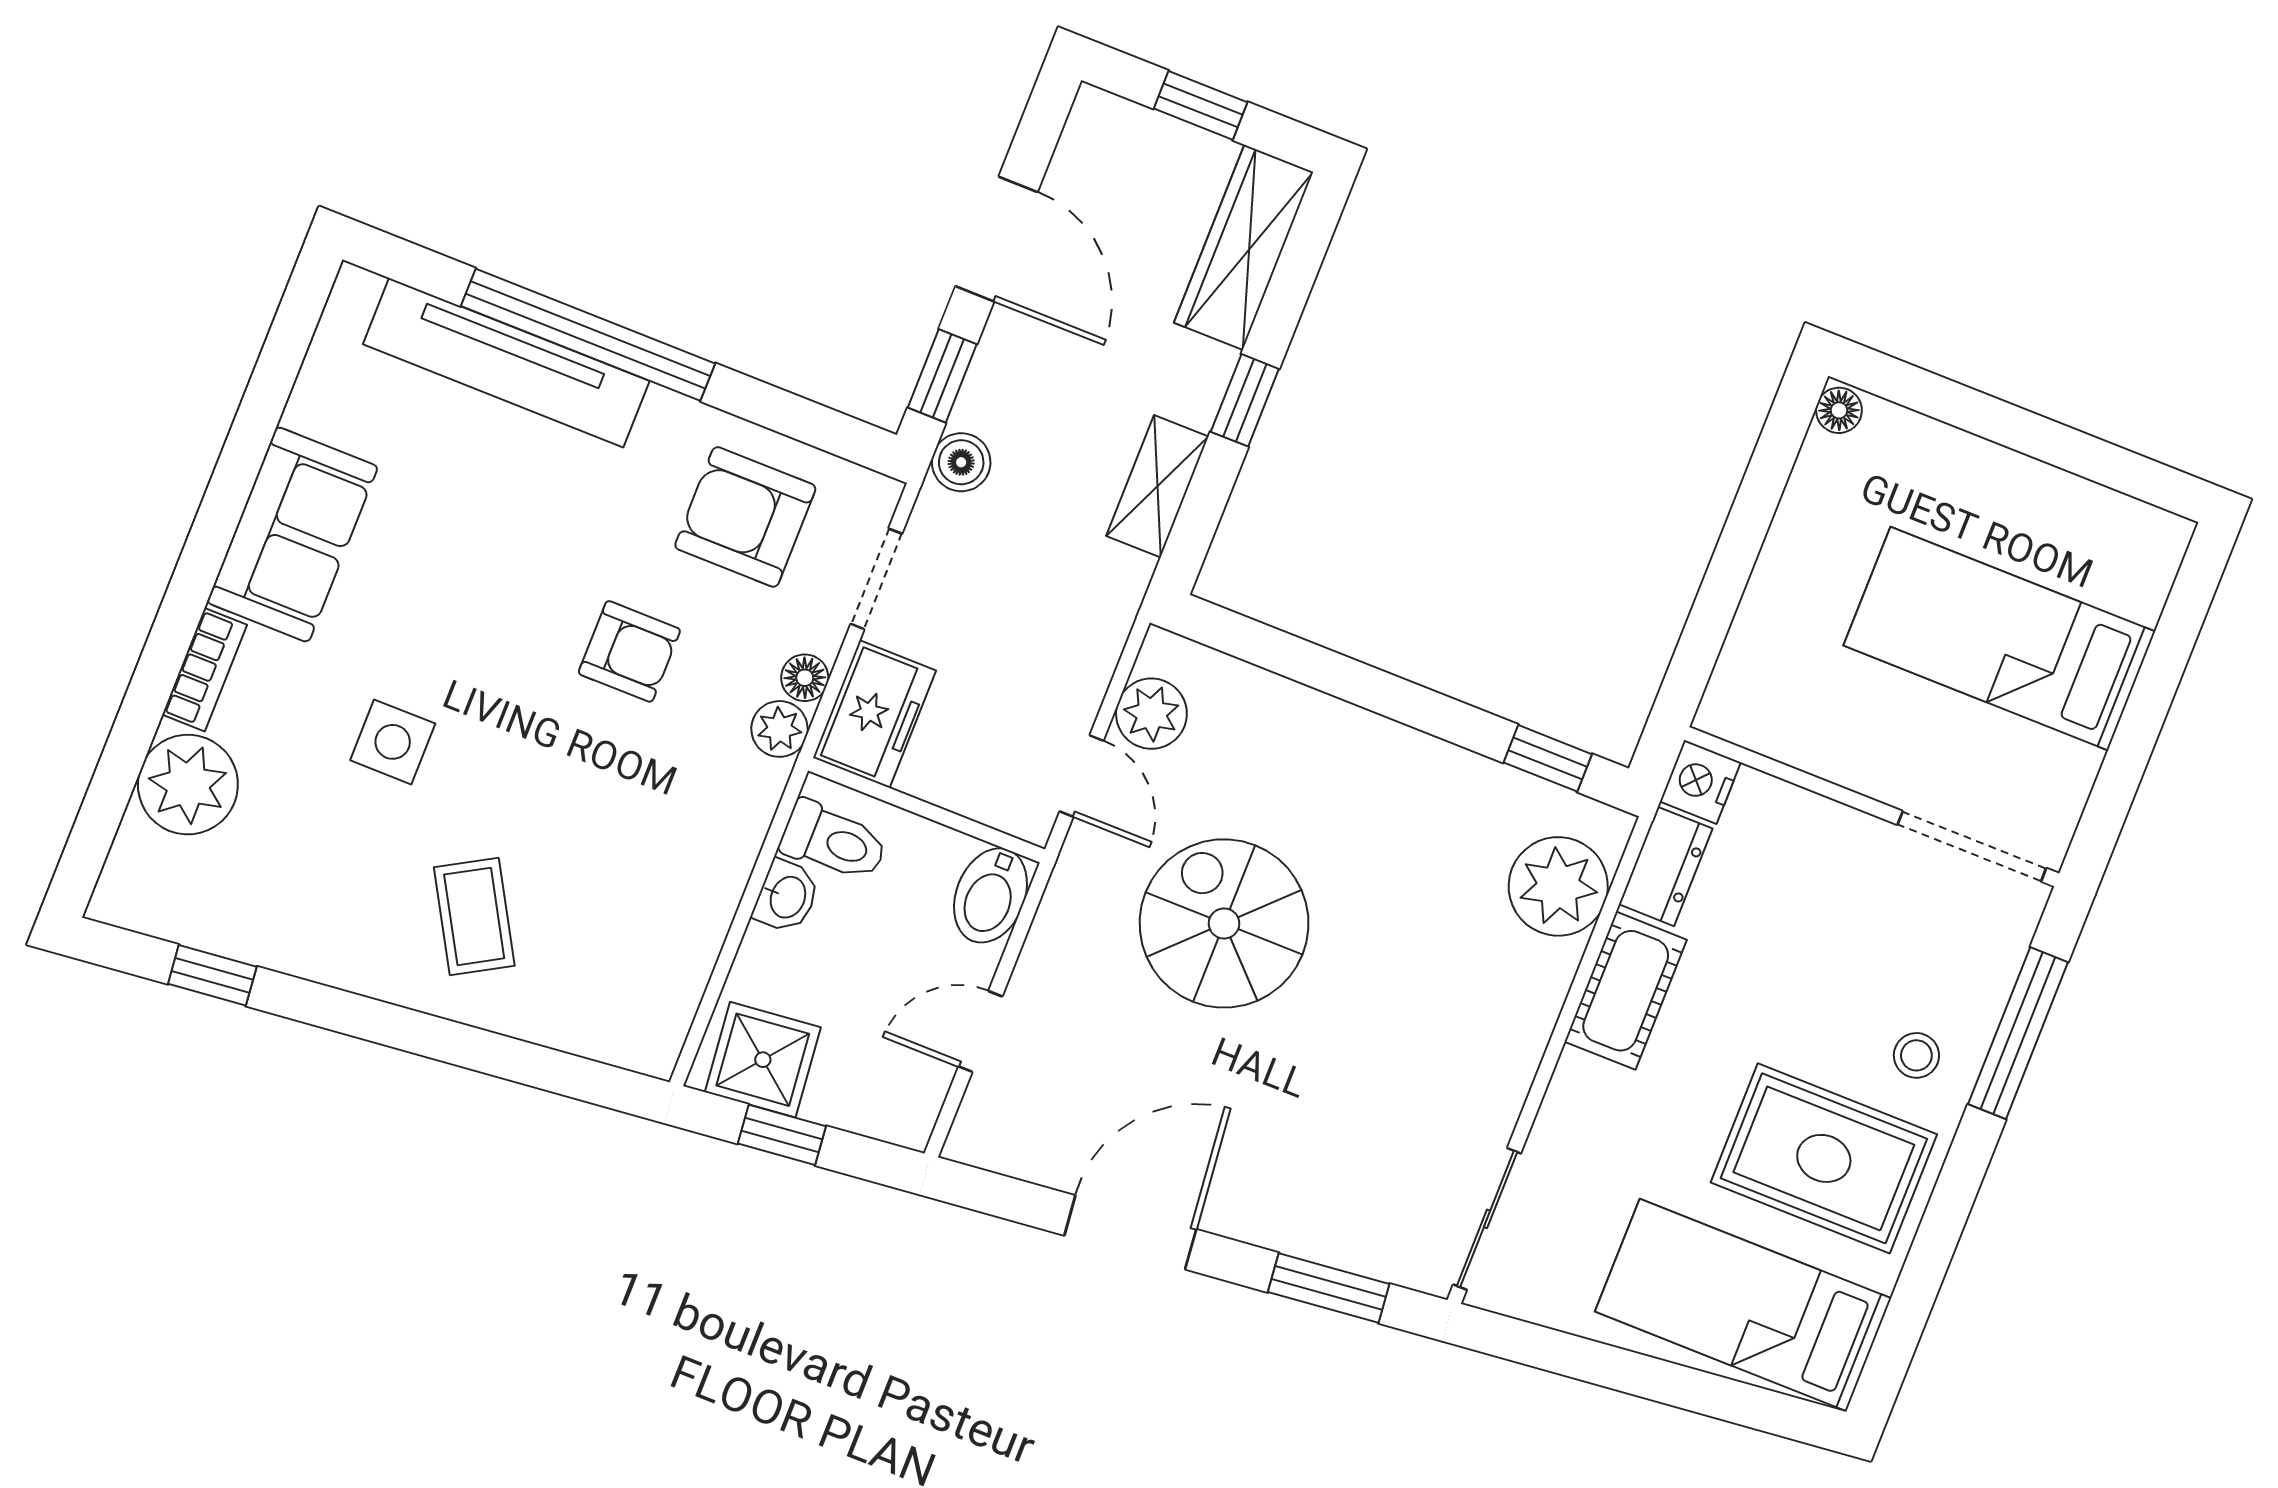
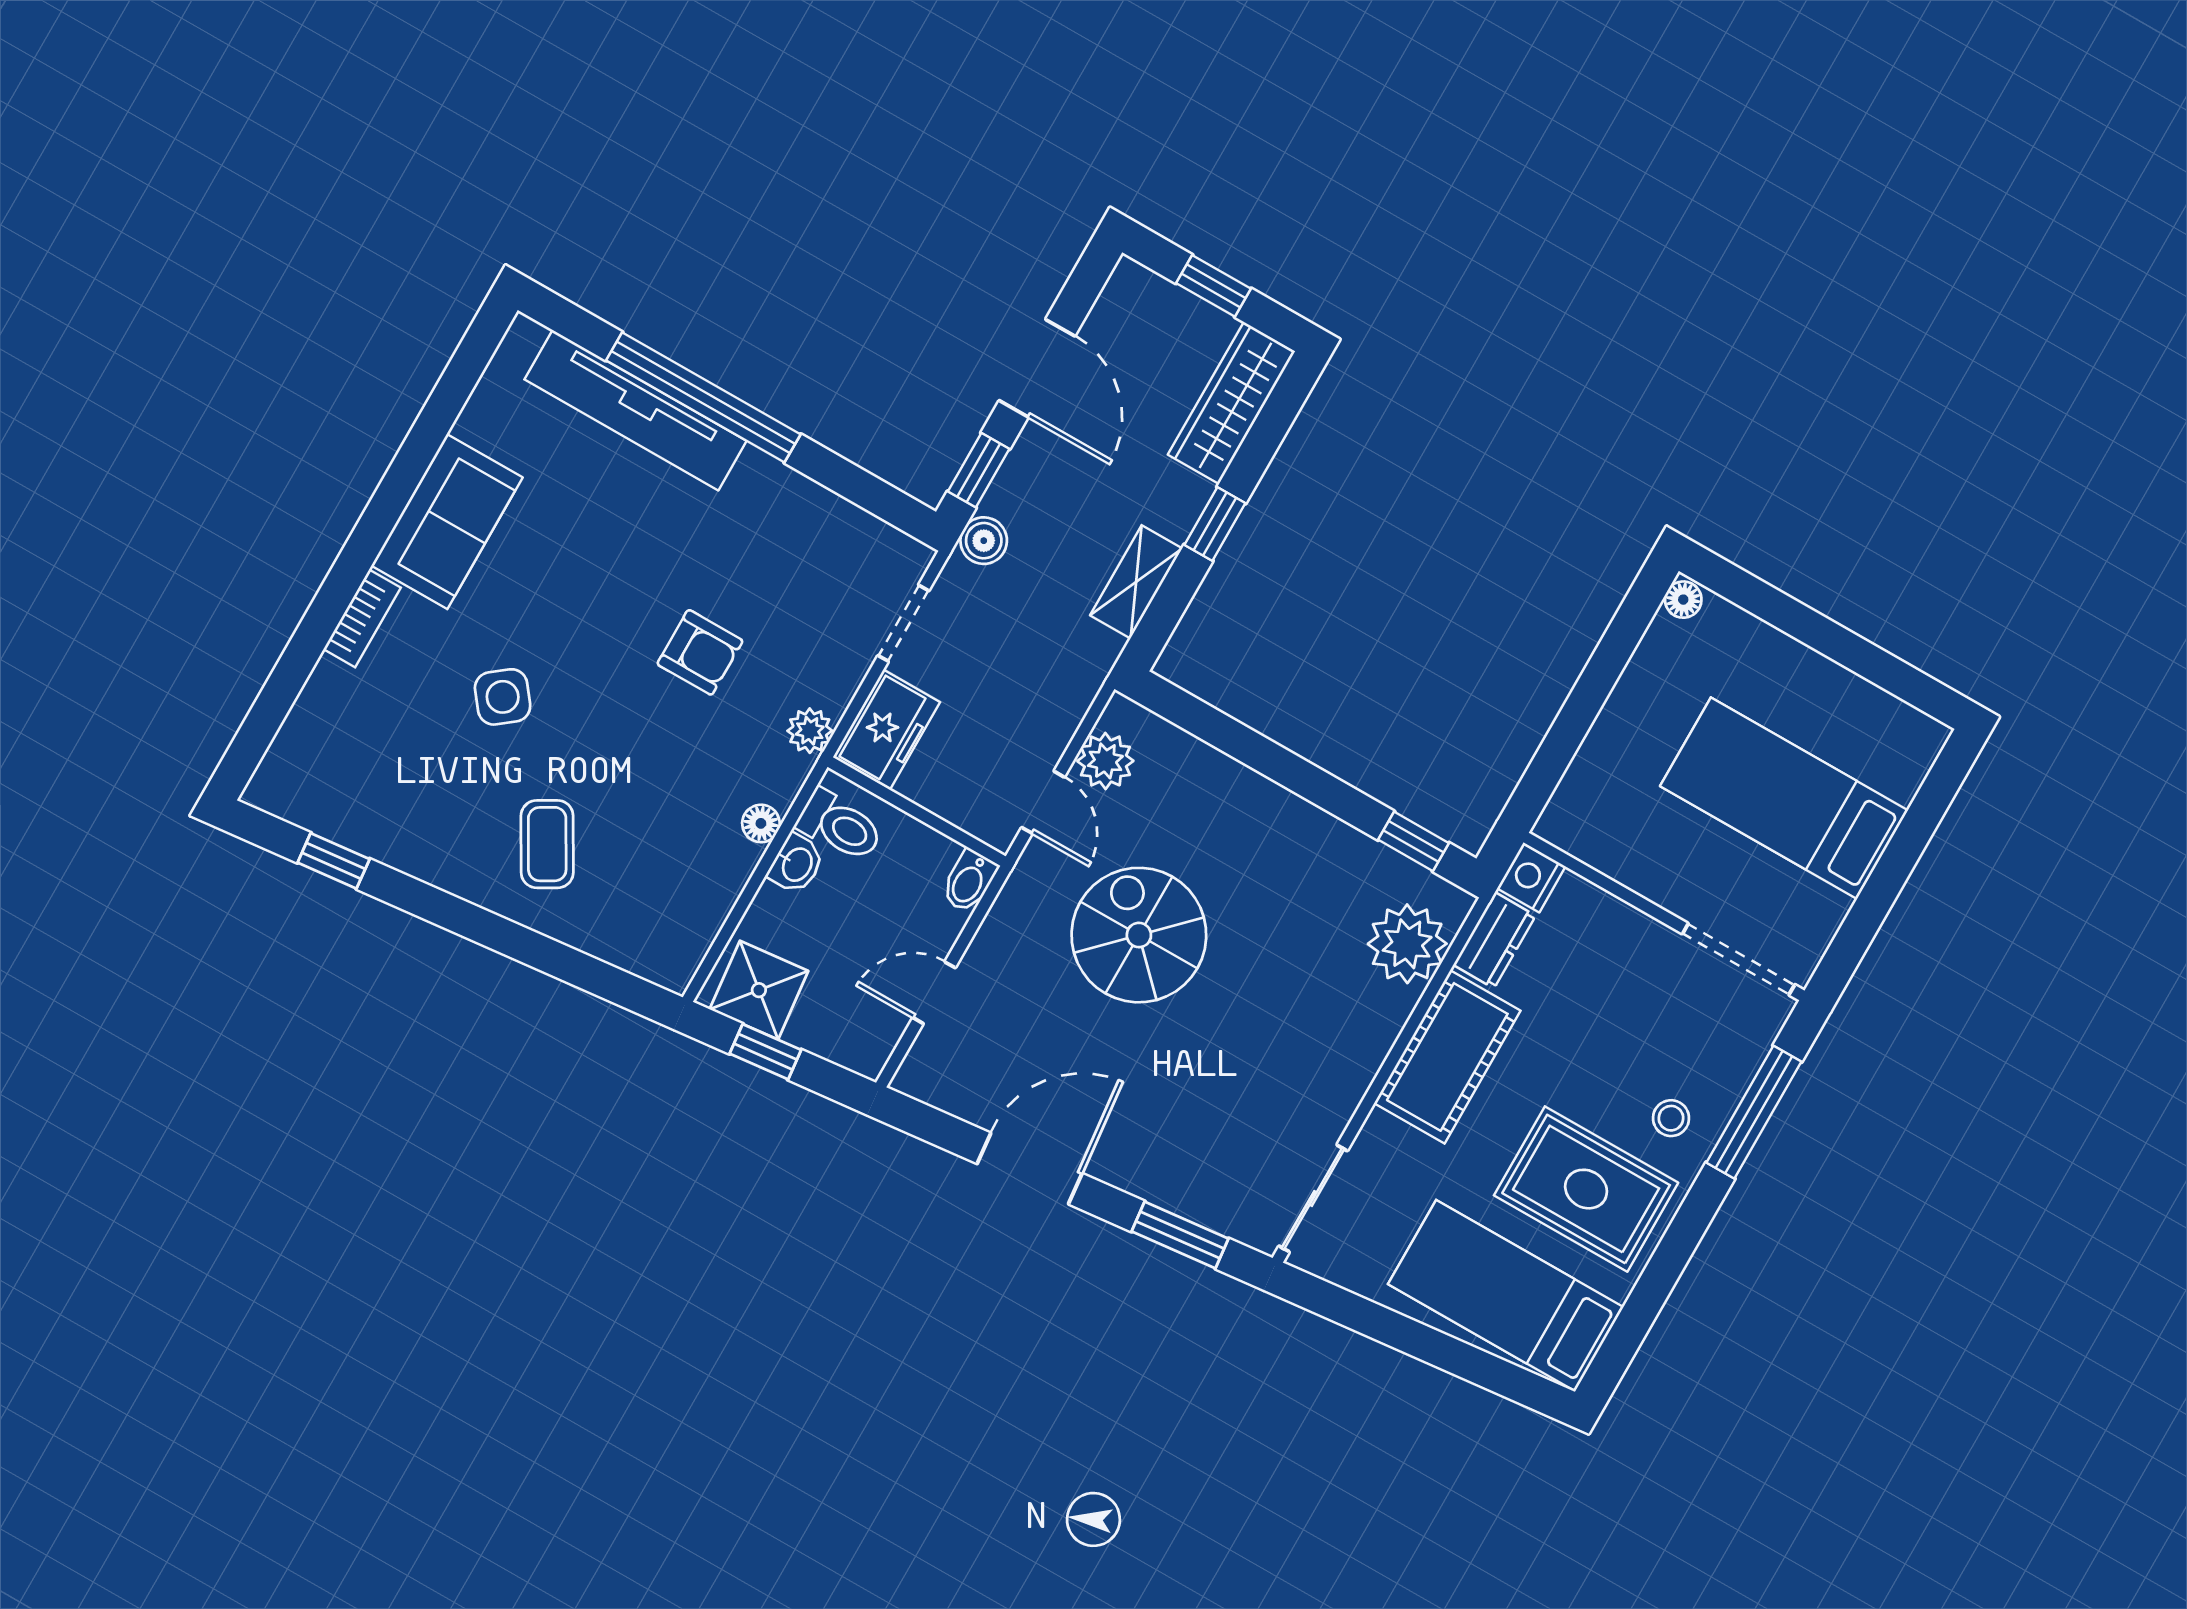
armchair: (745, 517) -> (807, 559), removed
floor lamp: (805, 678) -> (761, 823), moved
side table: (393, 742) -> (503, 697), turned -38
plant: (188, 785) -> (336, 707), removed
bidet: (991, 895) -> (969, 881), width x0.72, depth x0.74
cot: (1626, 991) -> (1447, 1057), width x1.37, depth x1.34

